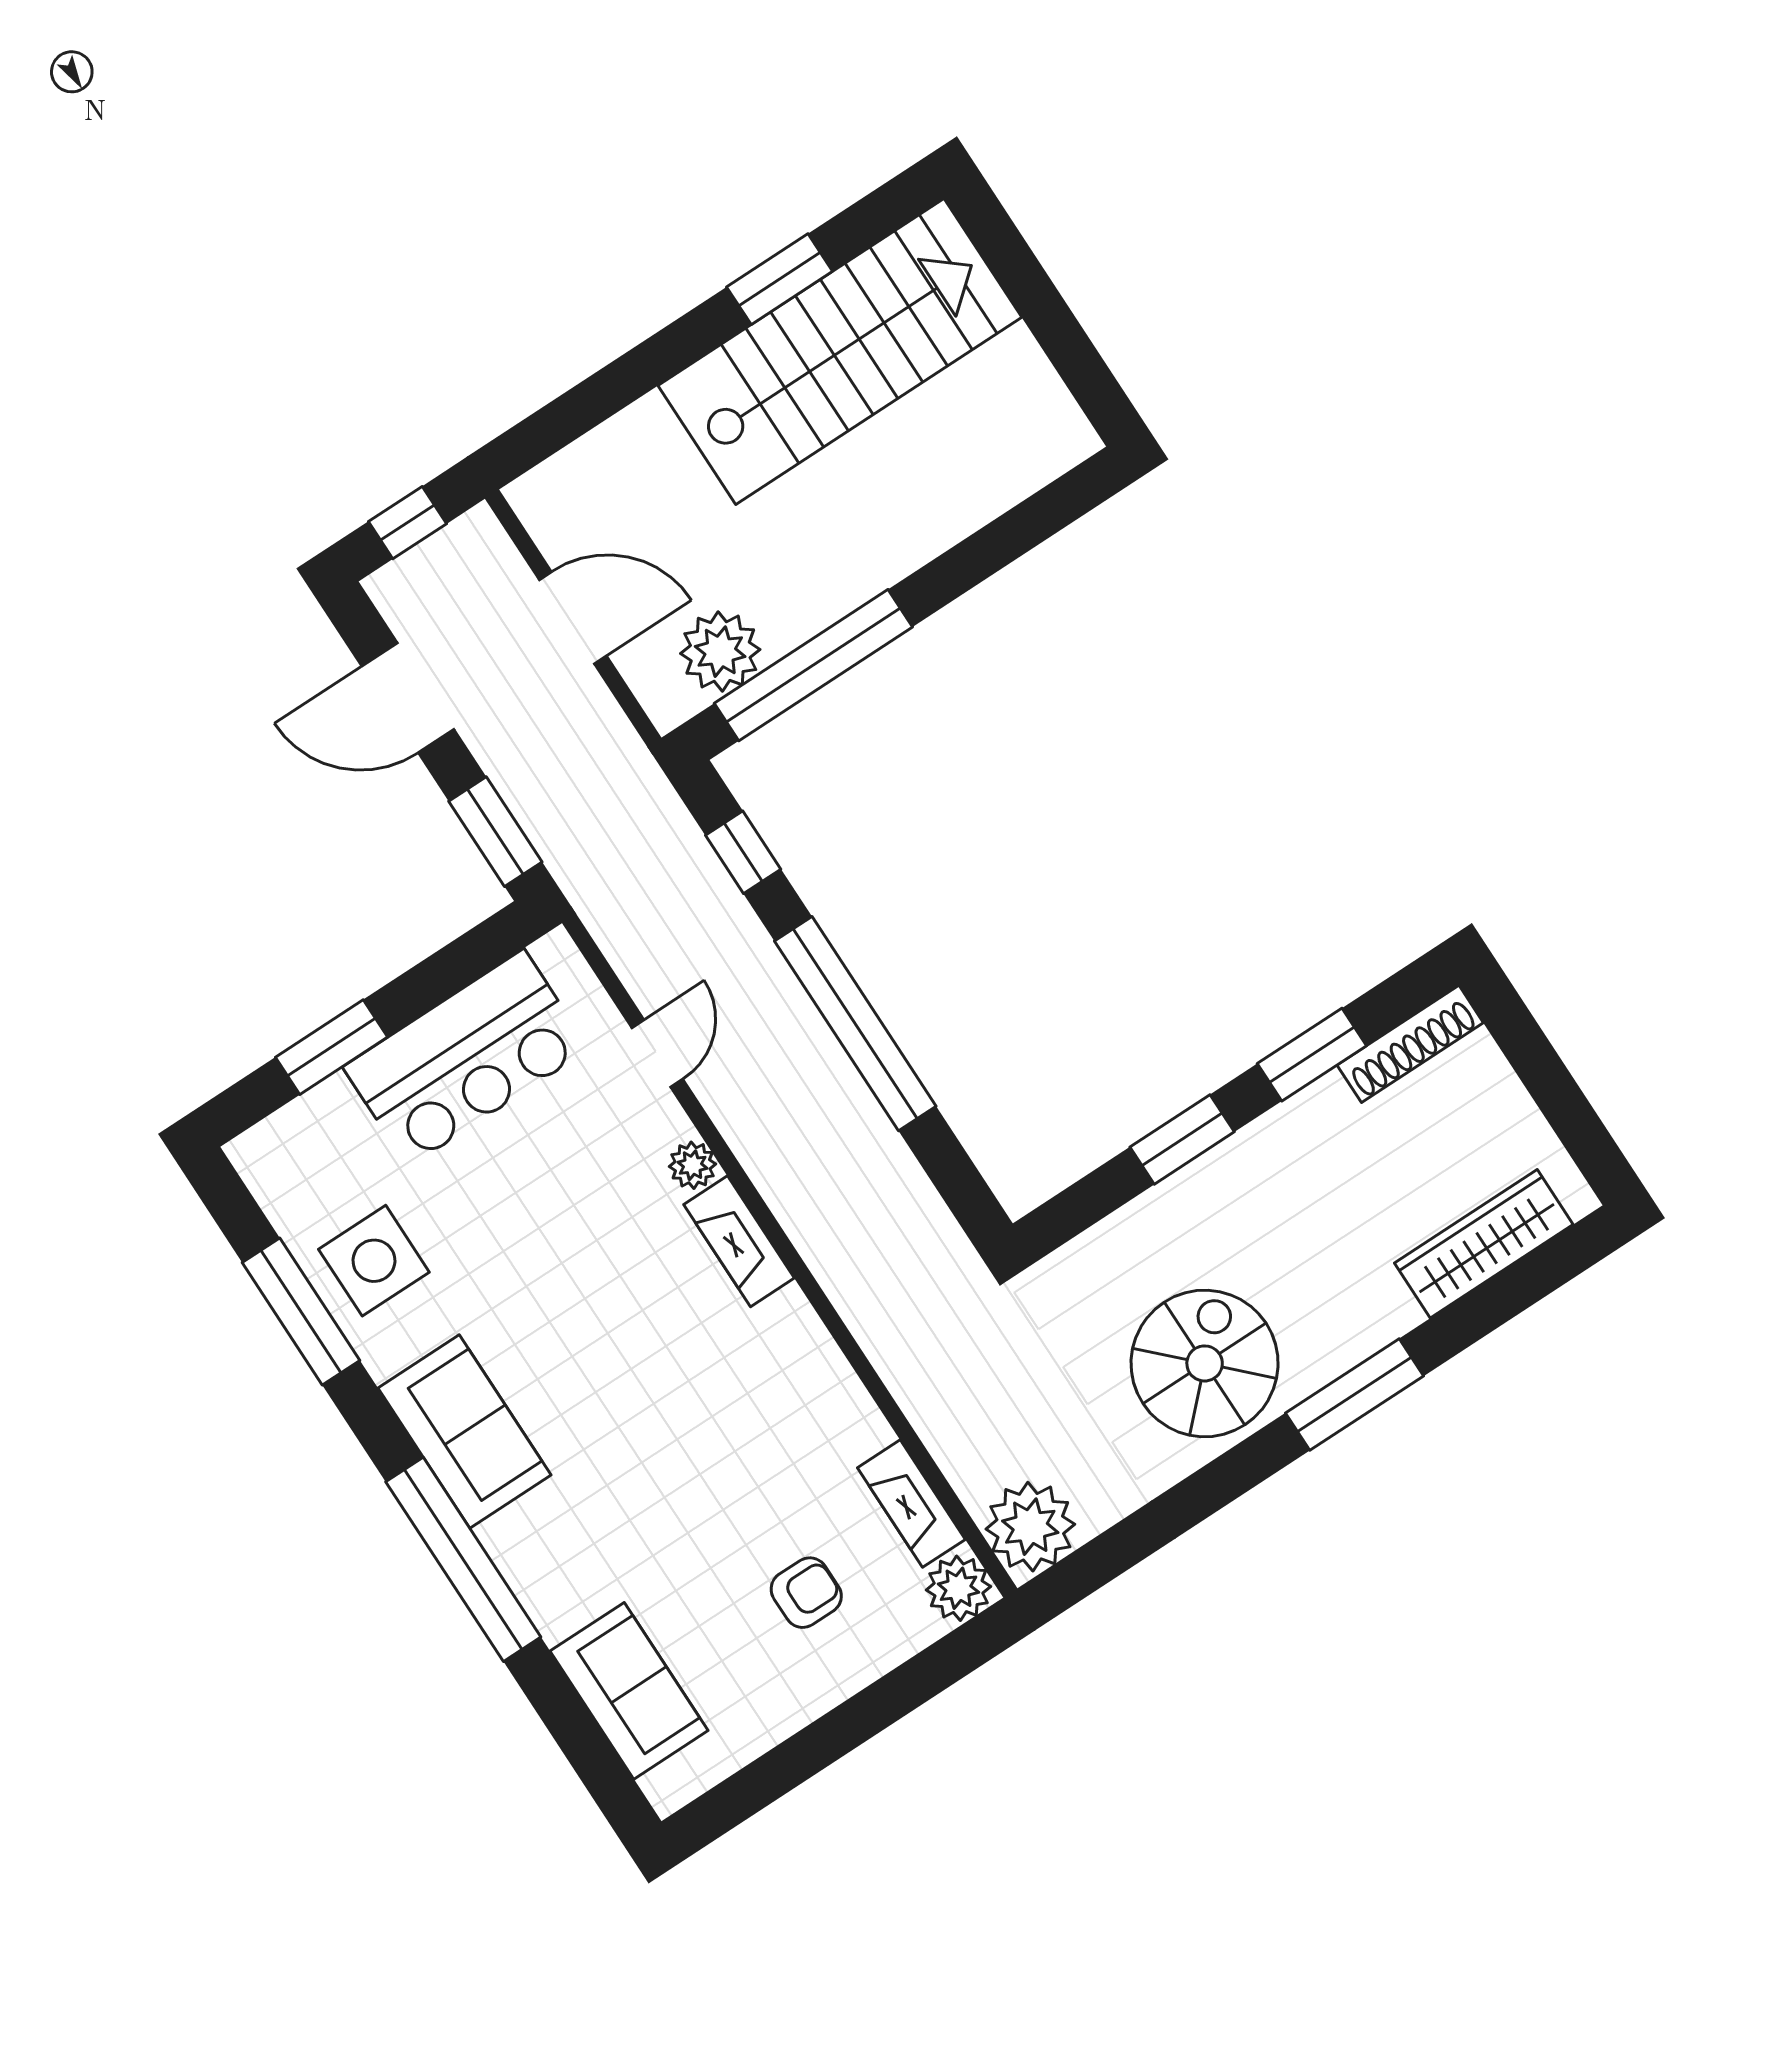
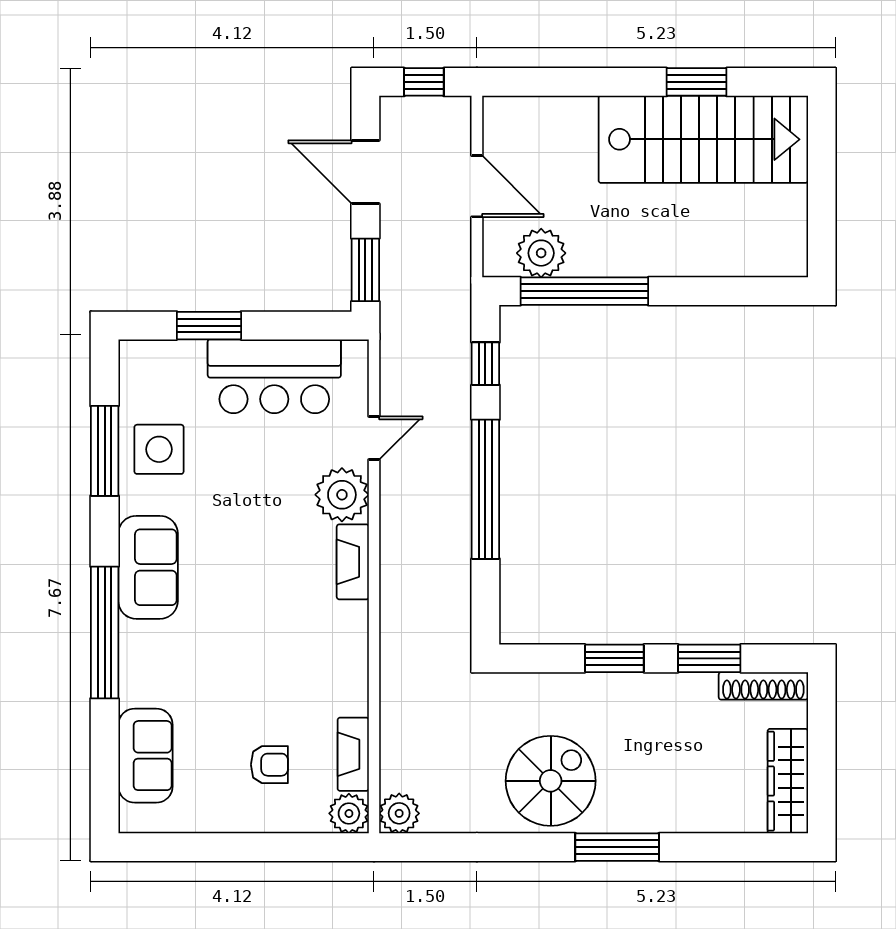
plant: (693, 1165) -> (342, 495), width x1.87, depth x1.87
wardrobe: (1484, 1244) -> (788, 781), moved, turned -90
plant: (1030, 1527) -> (399, 813), width x0.73, depth x0.73

